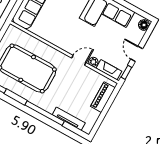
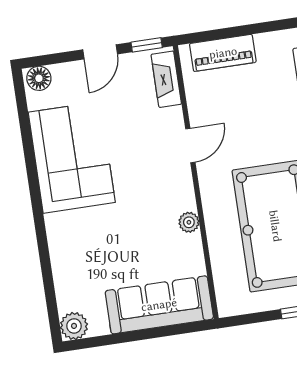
door: (79, 60) -> (190, 146), swing flipped
plant: (93, 62) -> (189, 222), moved

